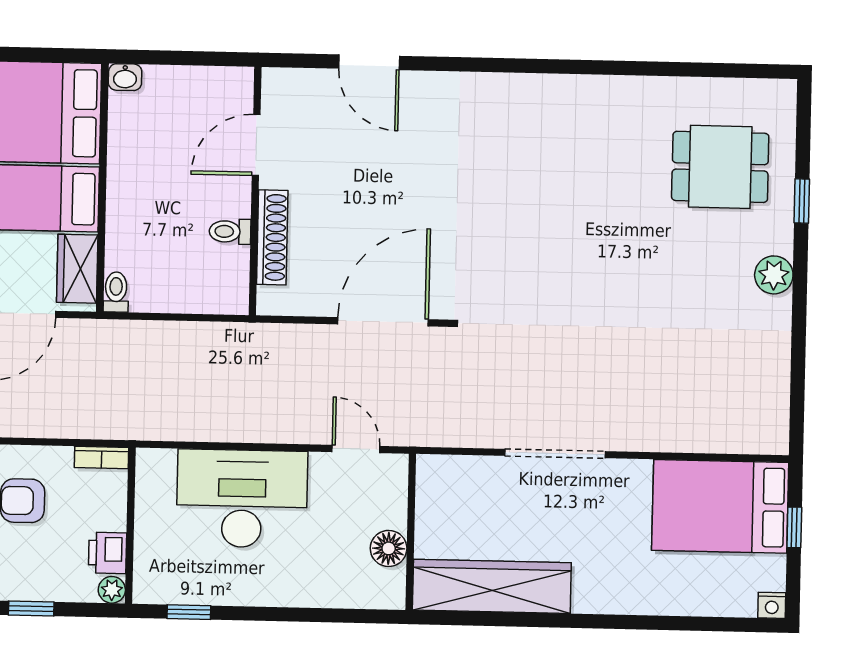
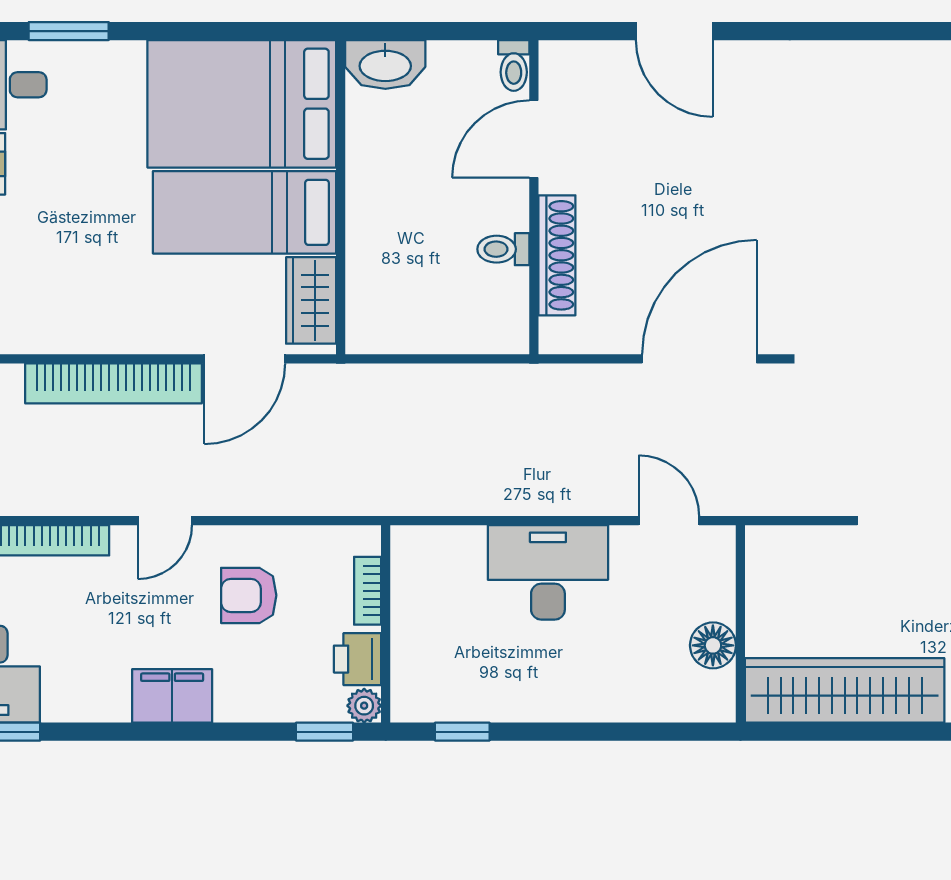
washbasin: (125, 77) -> (385, 64), width x1.91, depth x1.45
toilet: (116, 292) -> (514, 65), moved, turned 180
bookcase: (101, 458) -> (368, 591), moved, turned 90
desk: (242, 499) -> (548, 572), width x0.73, depth x0.77
window: (31, 609) -> (325, 732), moved

